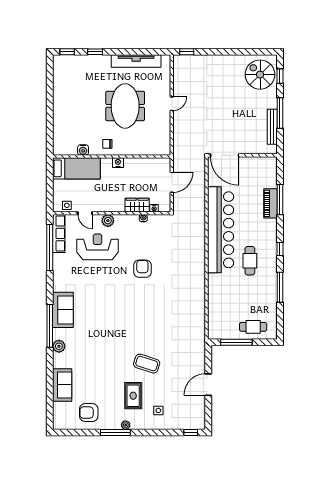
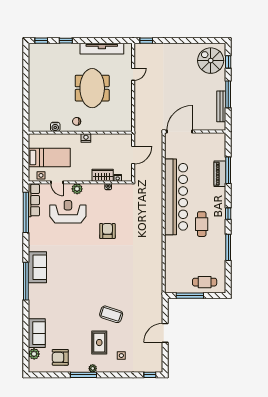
door: (172, 104) -> (133, 74), moved
door: (225, 155) -> (179, 132), swing flipped
bed: (76, 168) -> (49, 157), moved
plant: (59, 346) -> (34, 354), moved

